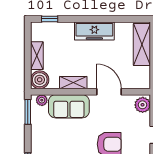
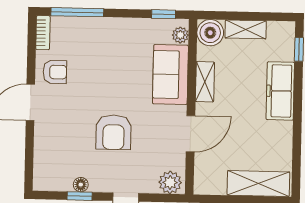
freezer: (94, 31) -> (280, 91), moved
window: (28, 112) -> (164, 14), width x0.67

